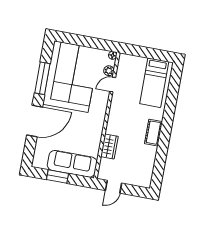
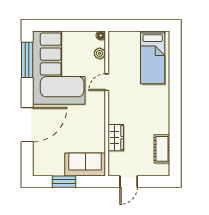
window: (42, 78) -> (27, 60), moved
door: (113, 85) -> (107, 82), moved
cot: (153, 133) -> (162, 149), moved
sofa: (72, 164) -> (85, 165), width x0.73

